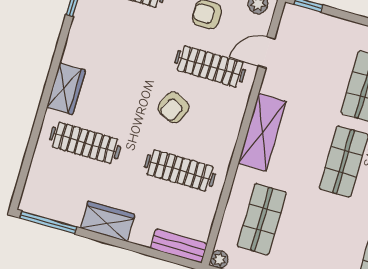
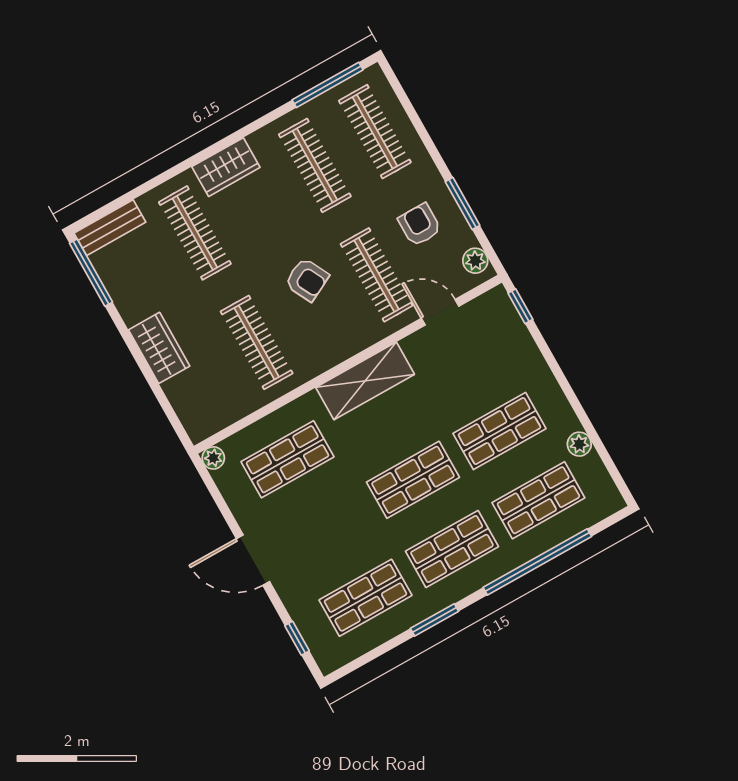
clothes rail: (115, 39) -> (315, 165), added
armchair: (174, 107) -> (307, 280), turned -143
wardrobe: (108, 221) -> (159, 348), moved
bench: (179, 246) -> (110, 228), moved, turned 90

